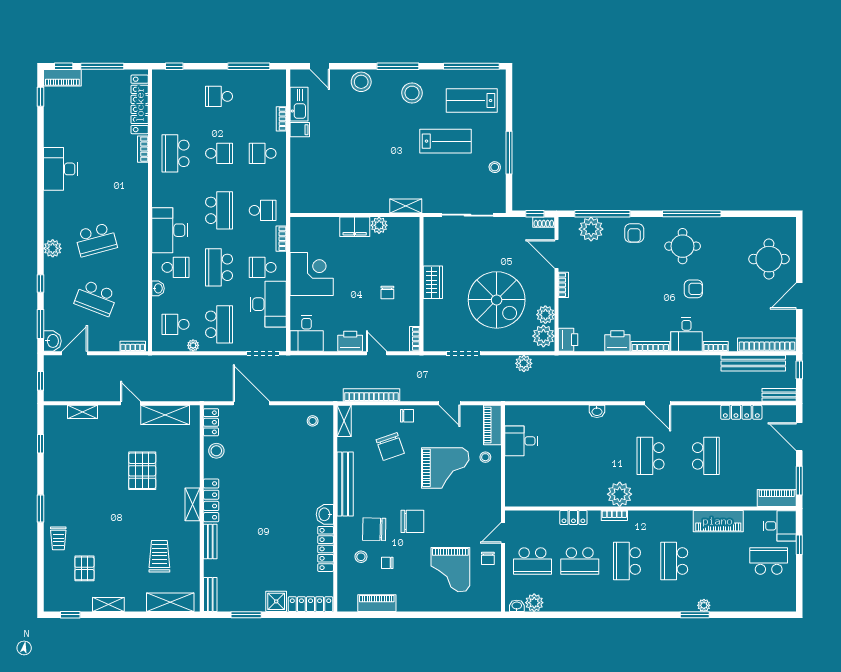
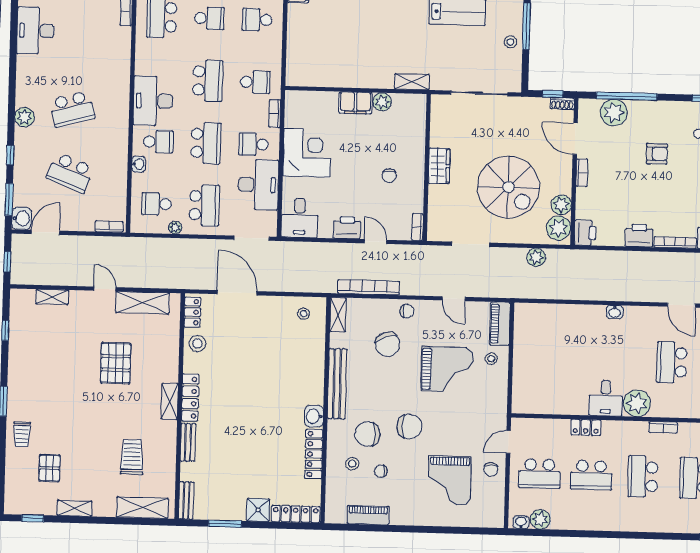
armchair: (634, 233) -> (657, 154), moved, turned -90
school desk: (219, 267) -> (206, 143), turned 180
desk: (521, 441) -> (606, 398), moved, turned -90
bookcase: (614, 516) -> (663, 427), moved

